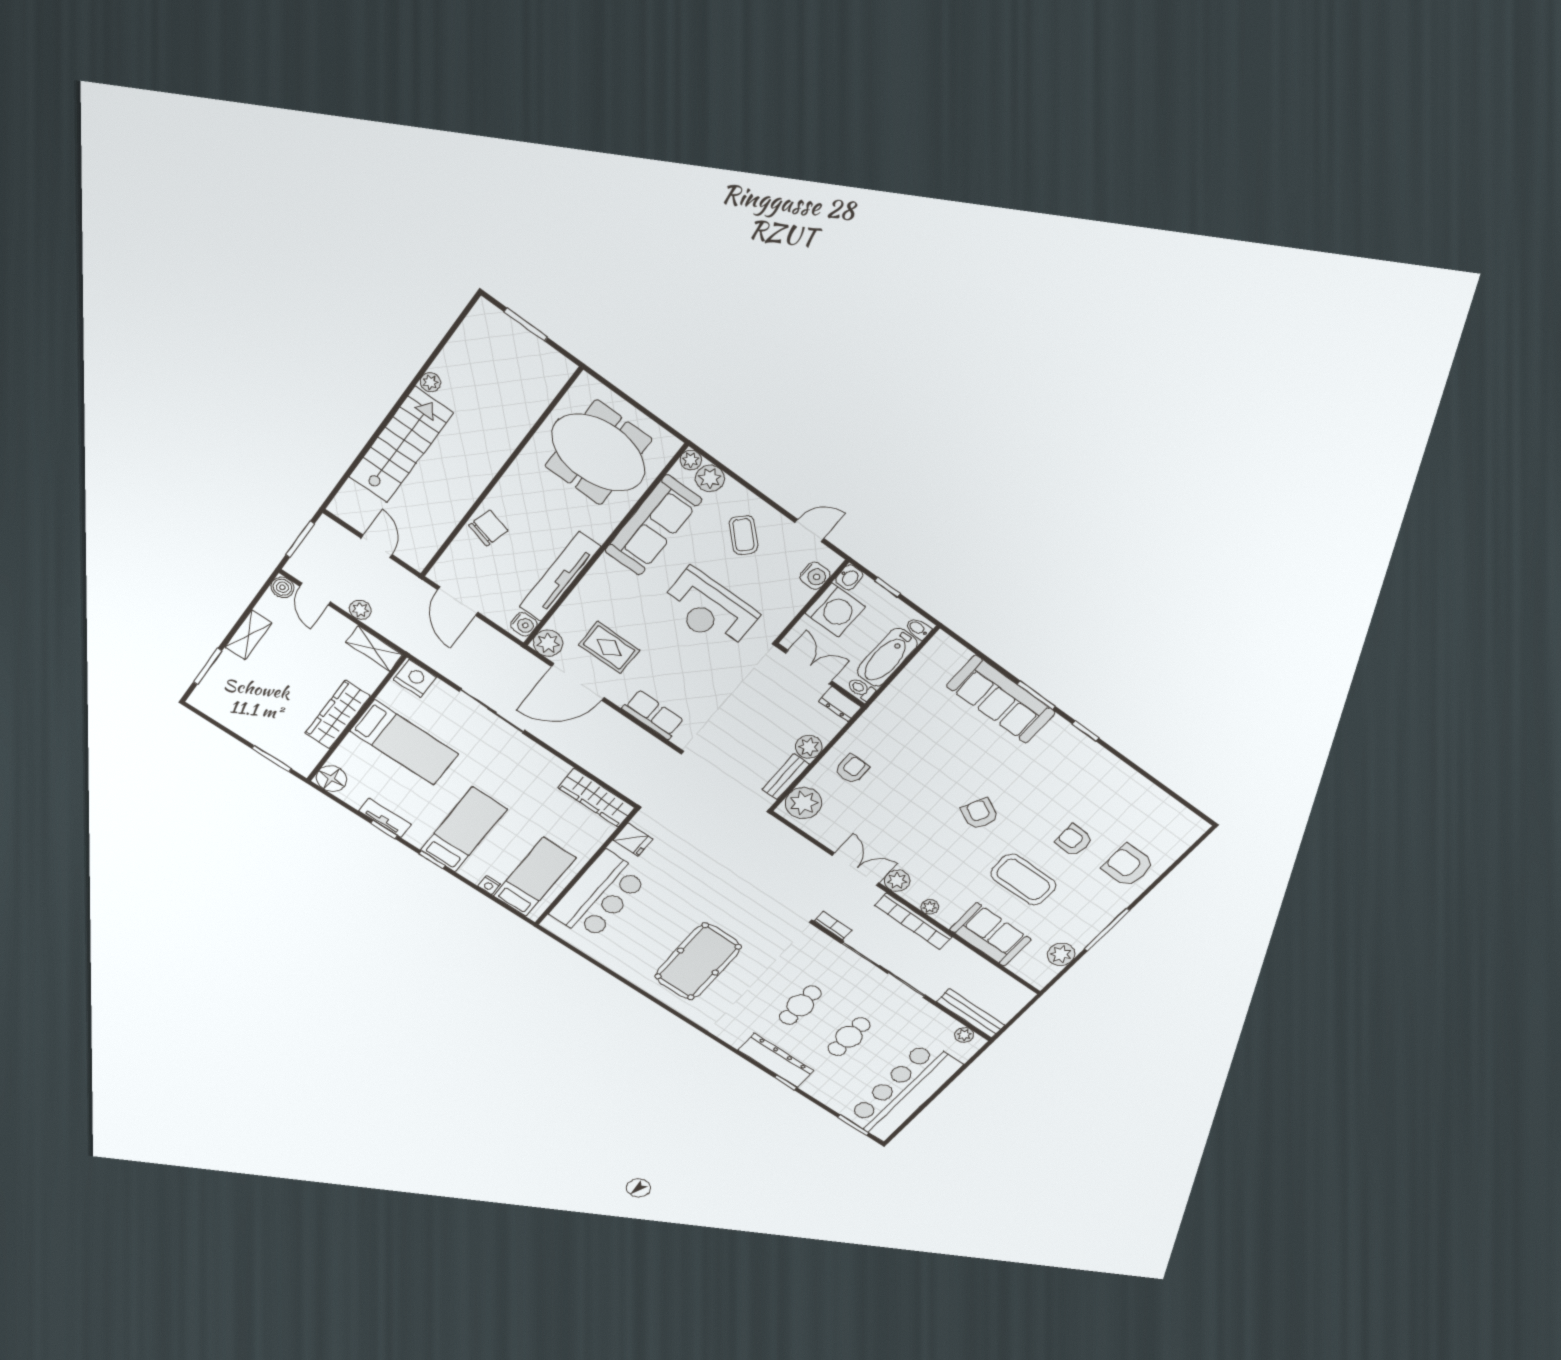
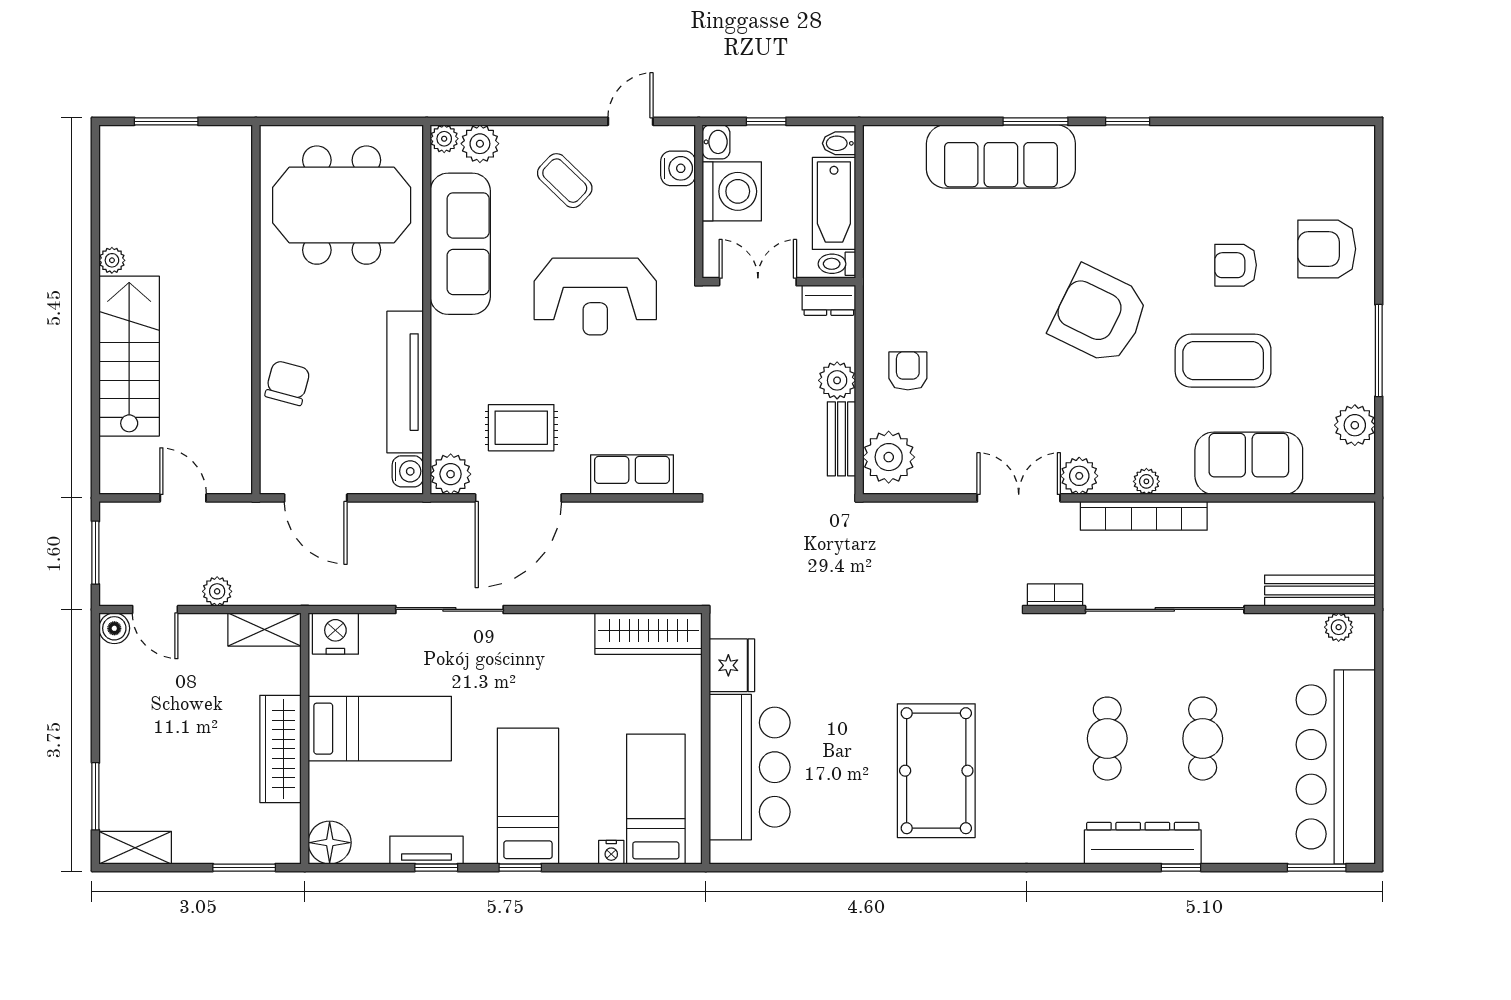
shelving: (248, 635) -> (135, 848), moved, turned 90
armchair: (980, 814) -> (1100, 315), width x1.88, depth x1.88
fridge: (633, 840) -> (732, 665), width x1.38

